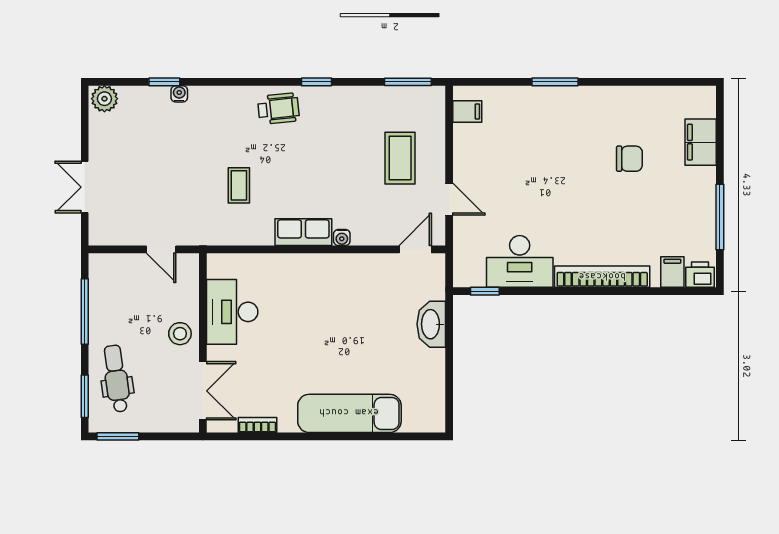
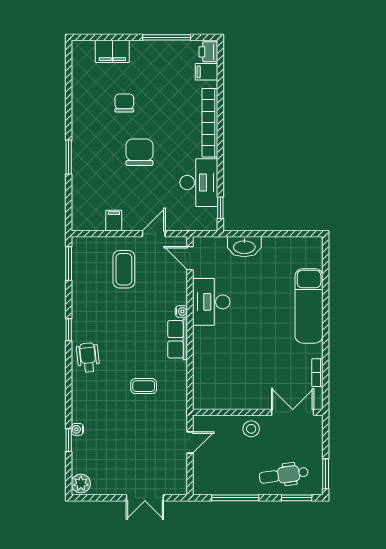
filing cabinet: (467, 111) -> (114, 221), moved
coffee table: (400, 158) -> (124, 269), turned 90
chair: (561, 180) -> (140, 152), added
desk: (232, 312) -> (211, 302), moved, turned 90

